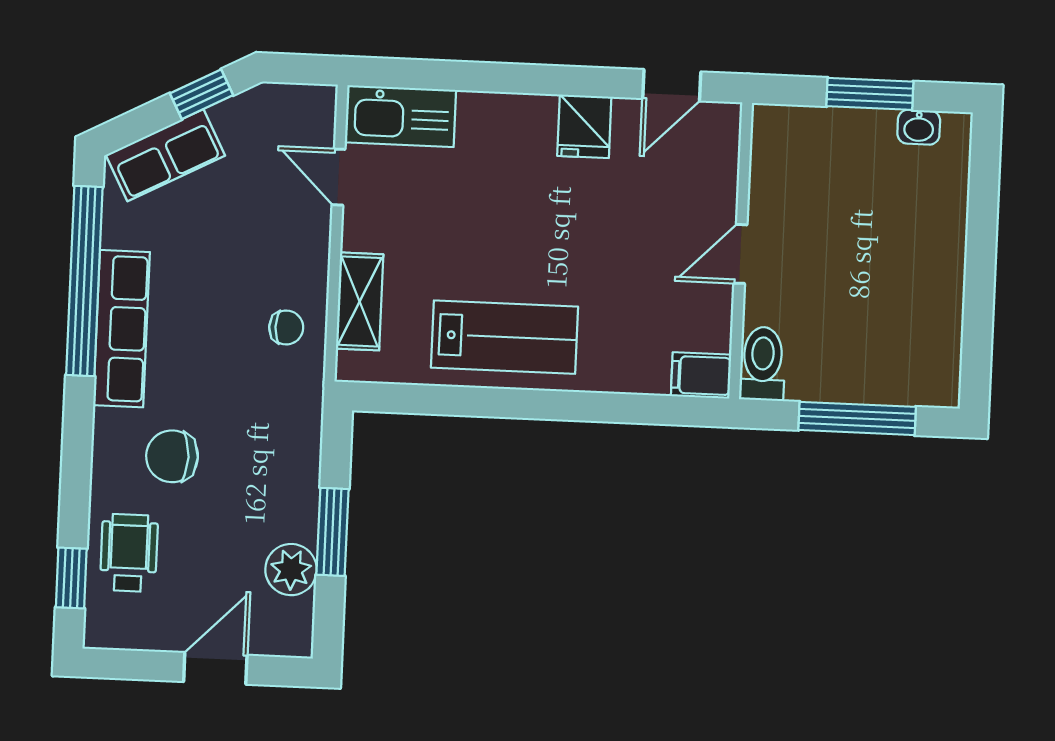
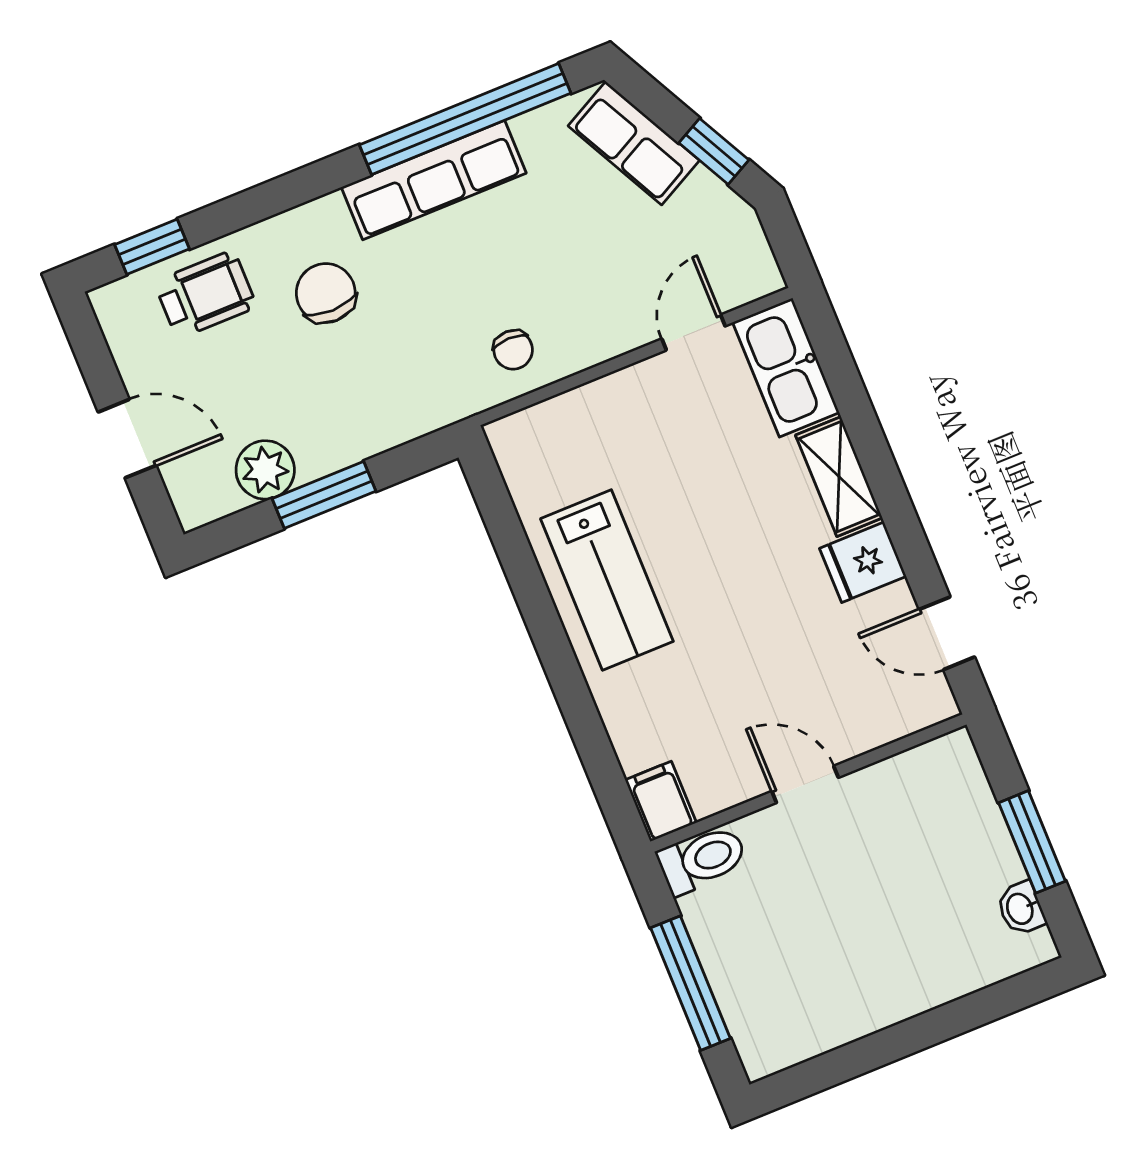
shelving: (360, 301) -> (839, 477), moved, turned 90

